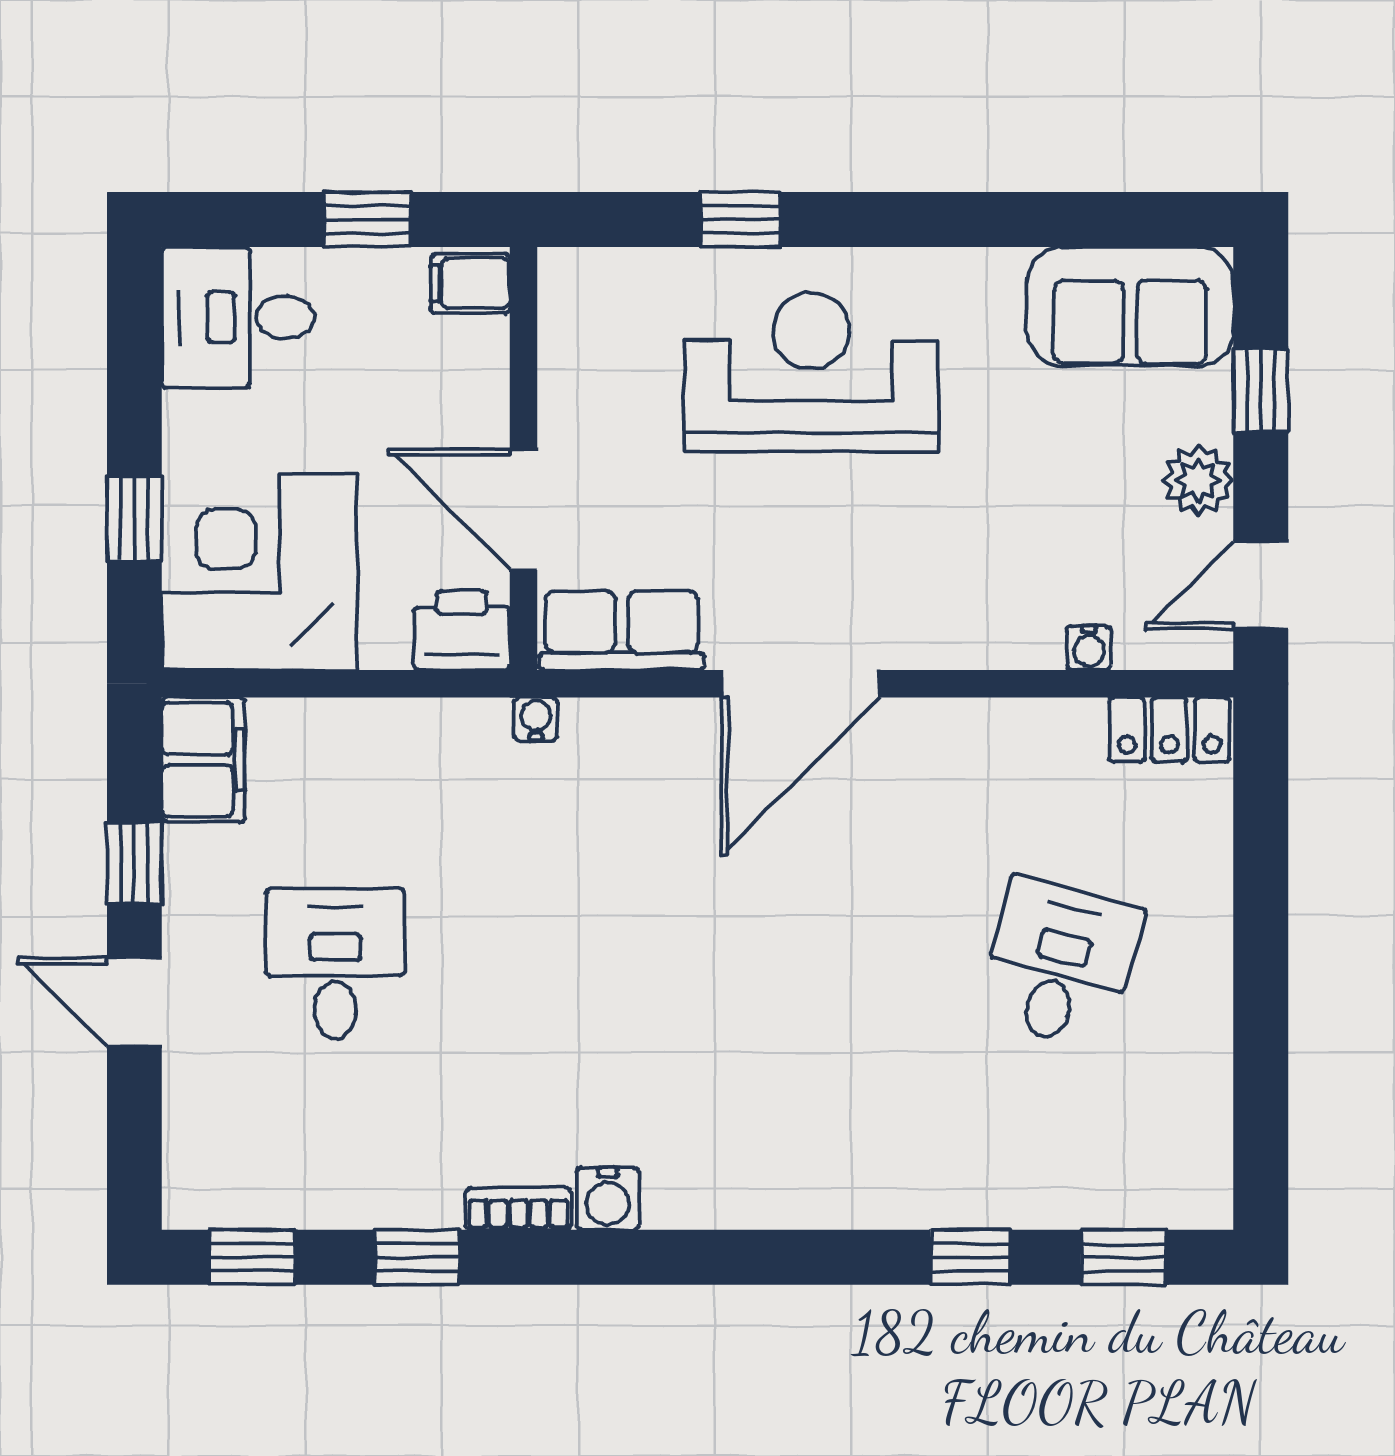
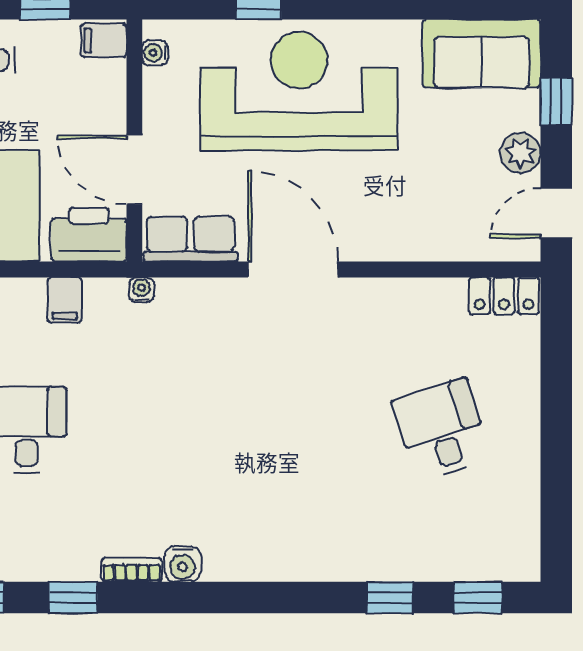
reception desk: (811, 372) -> (299, 91), width x1.36, depth x1.30
printer: (462, 630) -> (89, 235), width x1.37, depth x1.19
water cooler: (1089, 648) -> (155, 53), moved, turned 90
door: (801, 684) -> (293, 269), swing flipped
filing cabinet: (402, 737) -> (65, 300), added
desk: (1060, 964) -> (441, 430), turned -33

